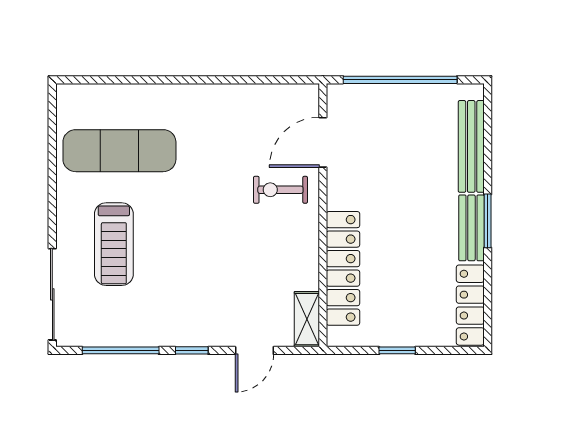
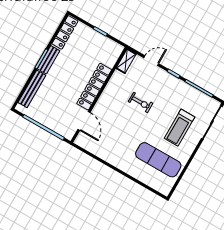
door: (323, 142) -> (84, 121), hinge flipped
exercise bike: (280, 190) -> (141, 102), moved
treadmill: (114, 244) -> (180, 128), turned 180
locker: (343, 268) -> (94, 87), moved

